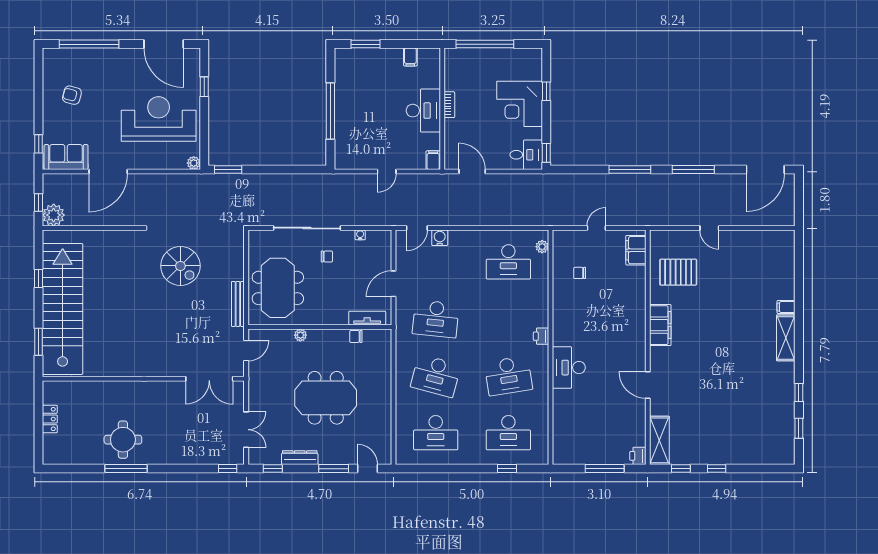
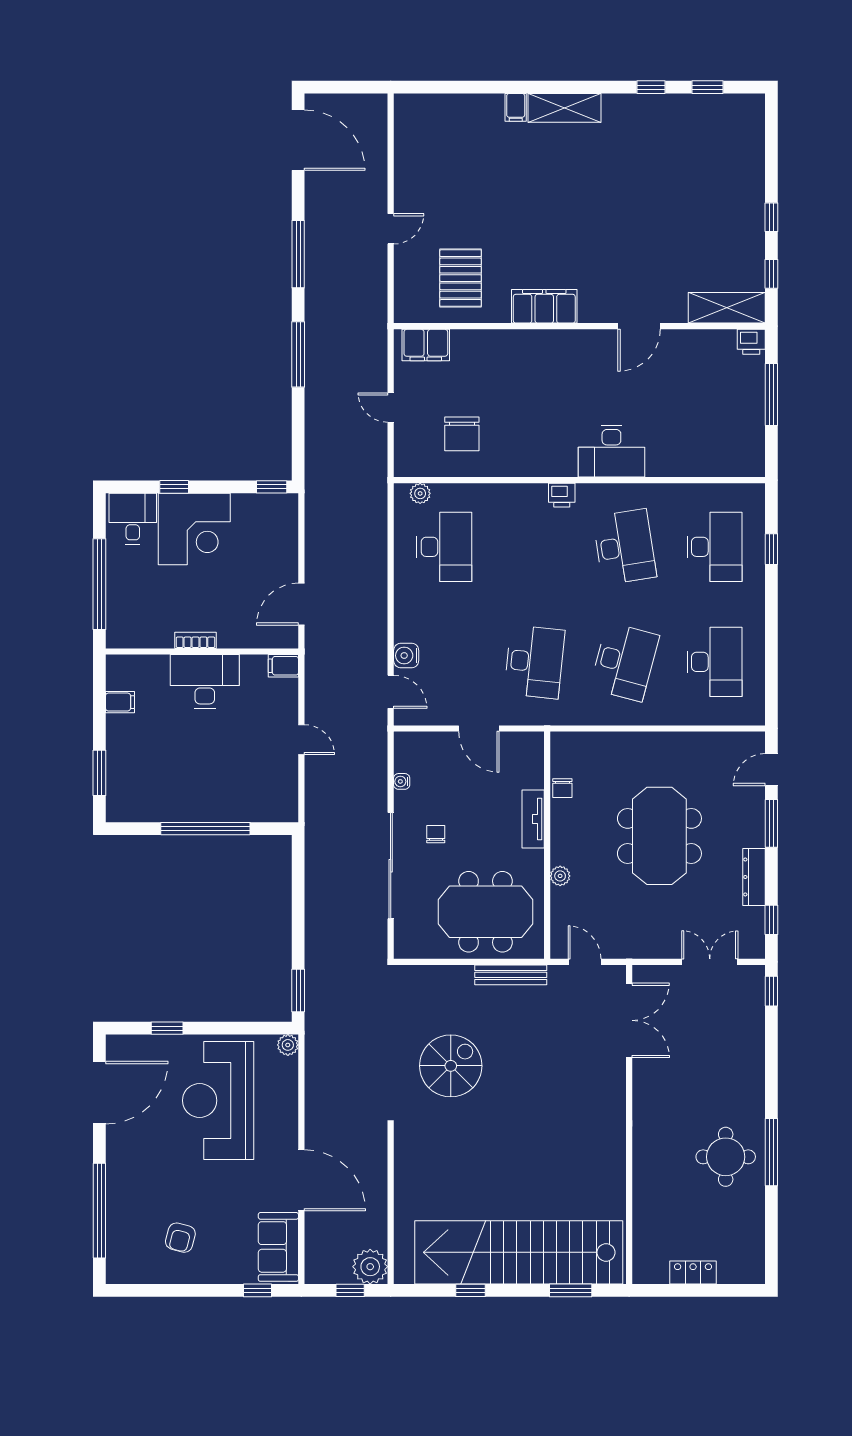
desk: (526, 155) -> (133, 519), moved
chair: (580, 273) -> (462, 434), width x1.87, depth x1.87
tv unit: (367, 318) -> (533, 819), moved

